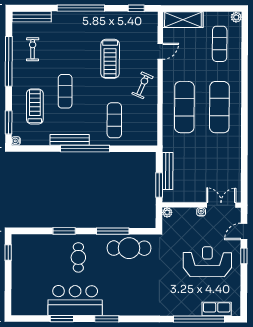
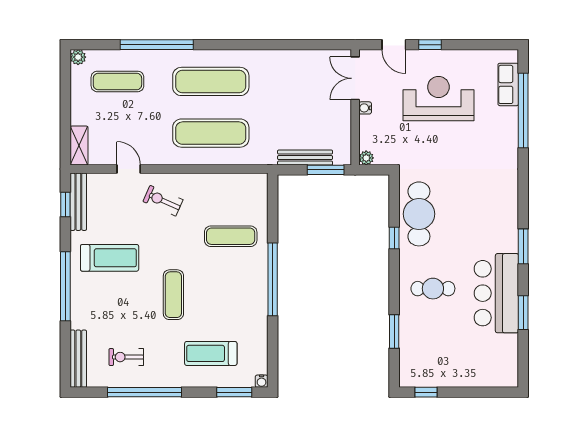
shelving: (183, 20) -> (79, 146), width x0.67, depth x0.75
treadmill: (110, 59) -> (110, 258), moved
window: (245, 71) -> (157, 45), added
exercise bike: (142, 85) -> (163, 201), moved
exercise mat: (65, 91) -> (173, 295), moved, turned 90
bench: (70, 140) -> (78, 202), moved
window: (64, 231) -> (394, 331), moved
window: (113, 231) -> (394, 238), width x0.46
reception desk: (207, 262) -> (438, 99), turned 90

